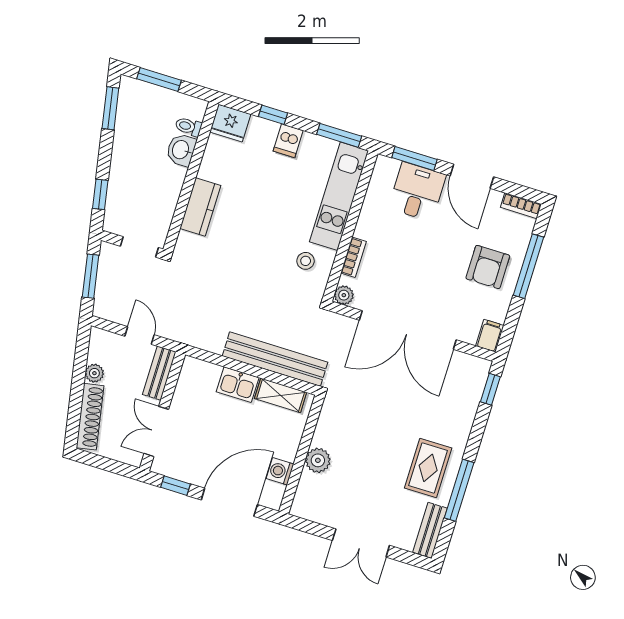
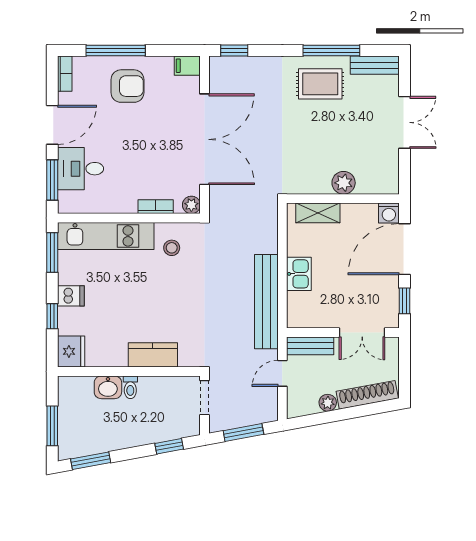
toilet: (188, 127) -> (130, 387), moved
bench: (275, 359) -> (266, 302), moved
shelving: (281, 395) -> (318, 213), moved, turned 90
washing machine: (280, 471) -> (389, 213), moved
door: (229, 502) -> (404, 249), hinge flipped

